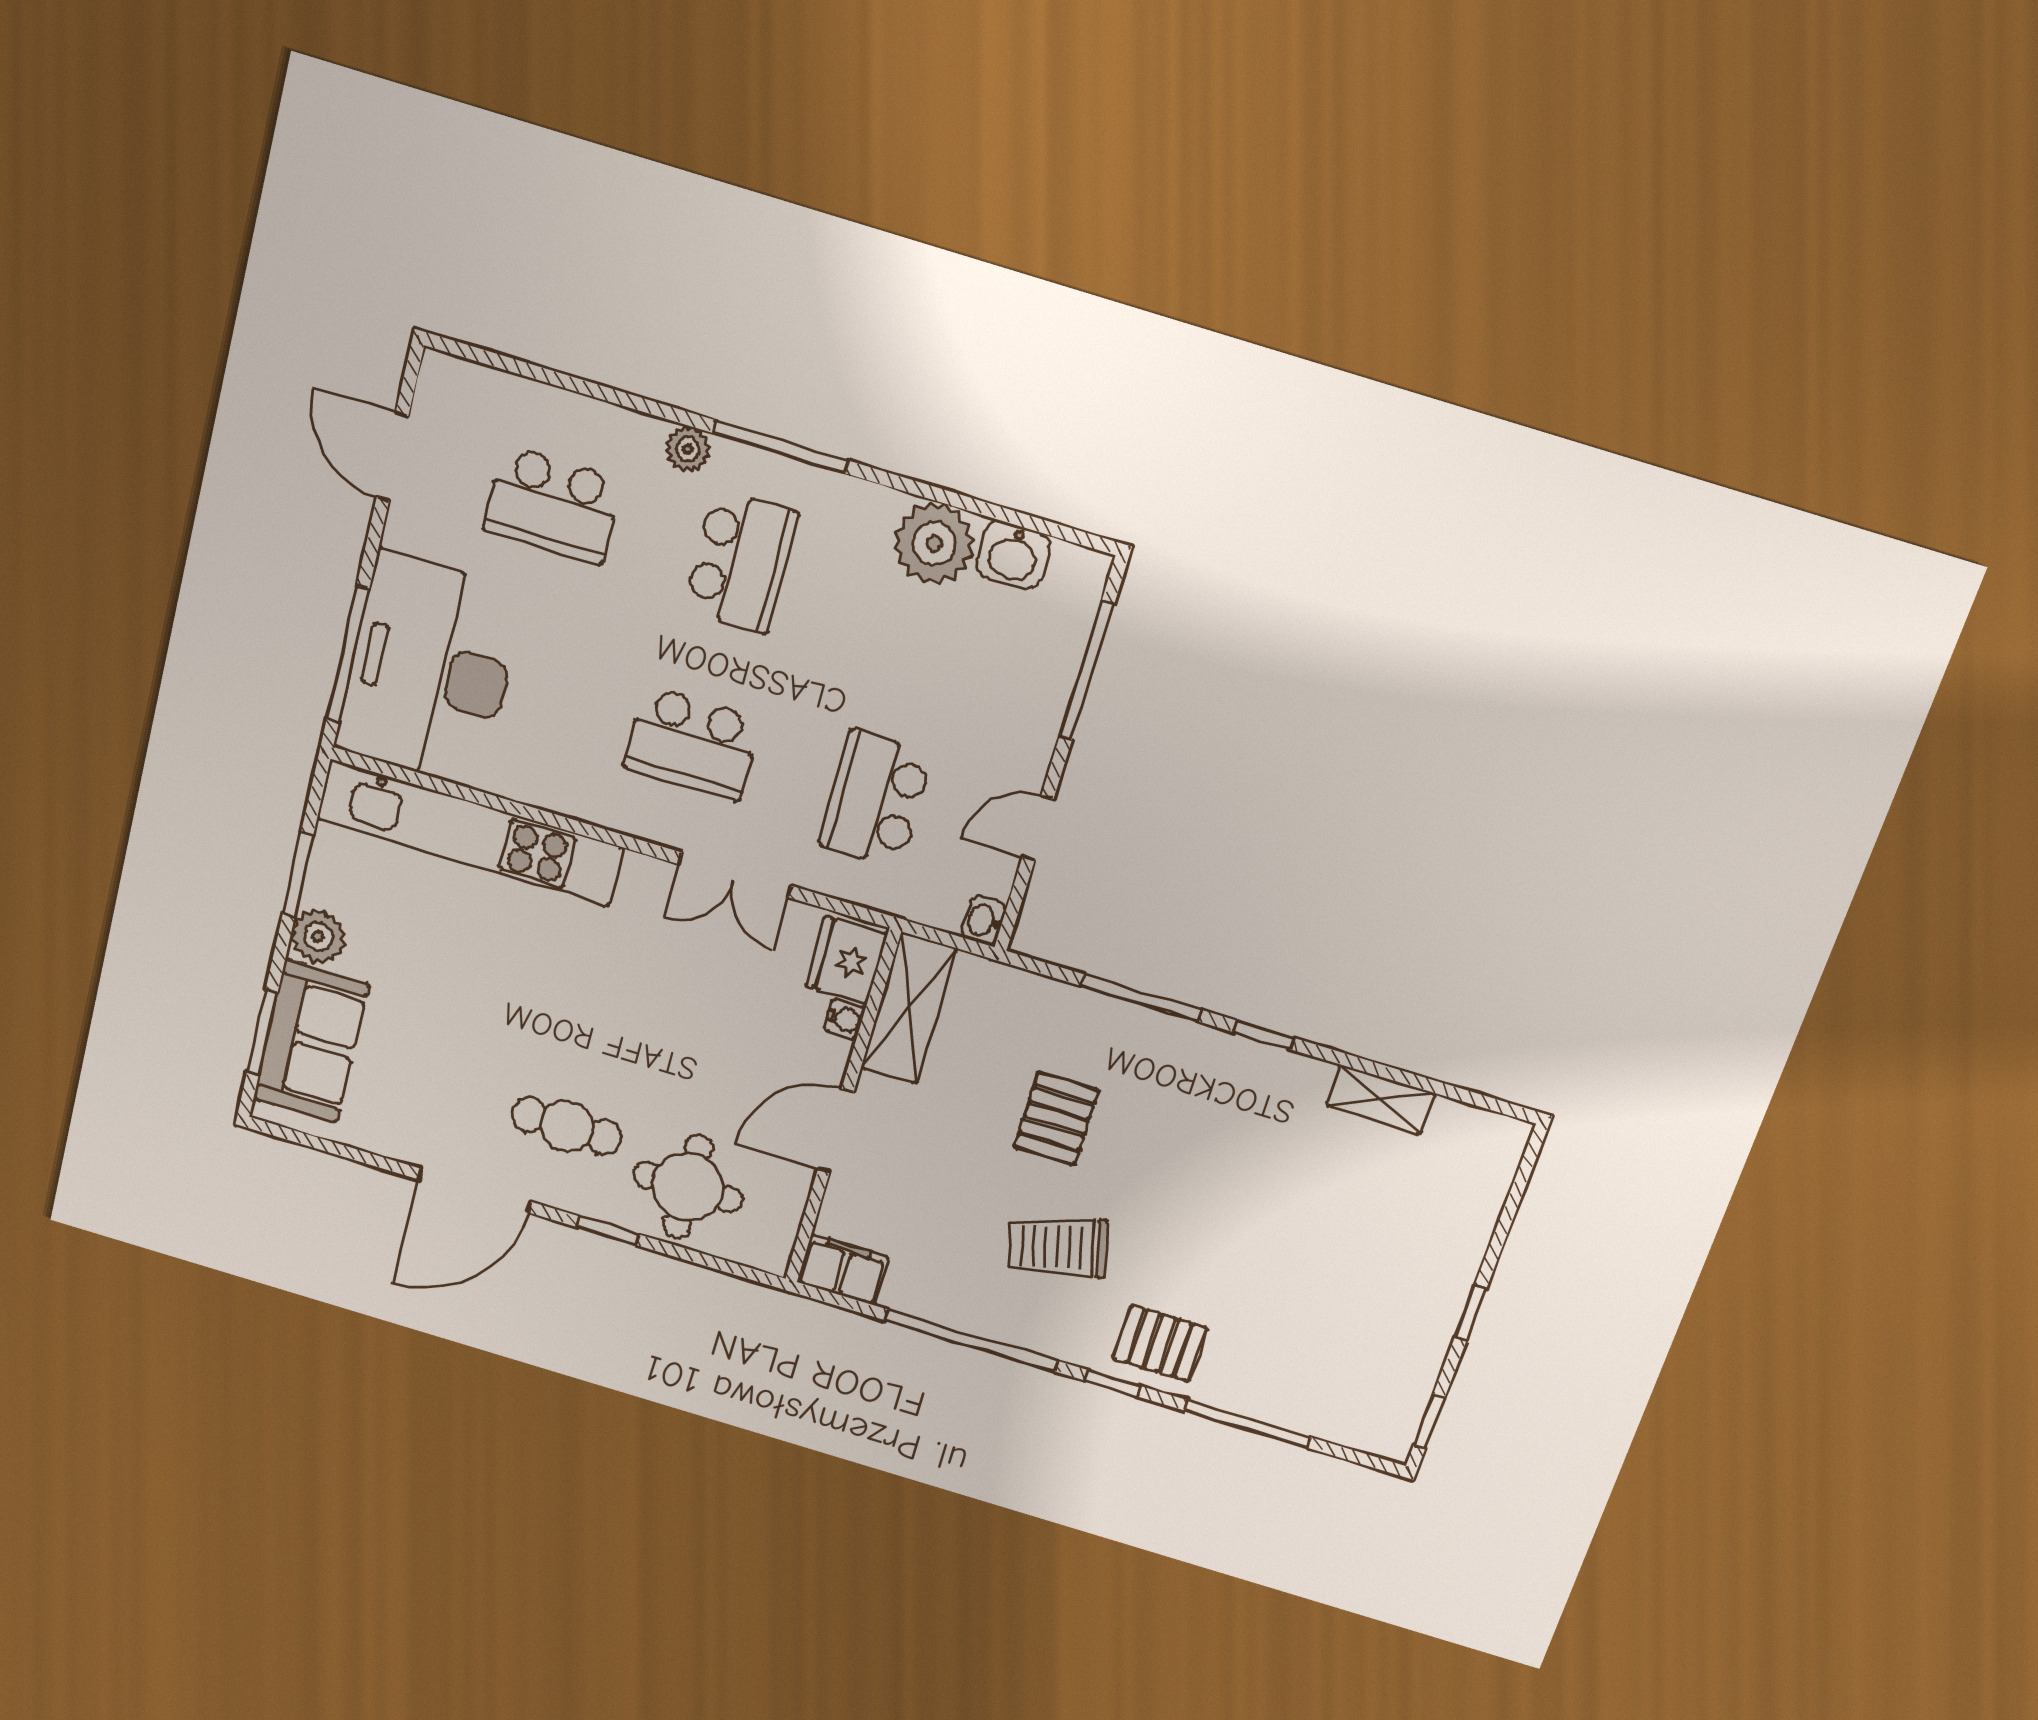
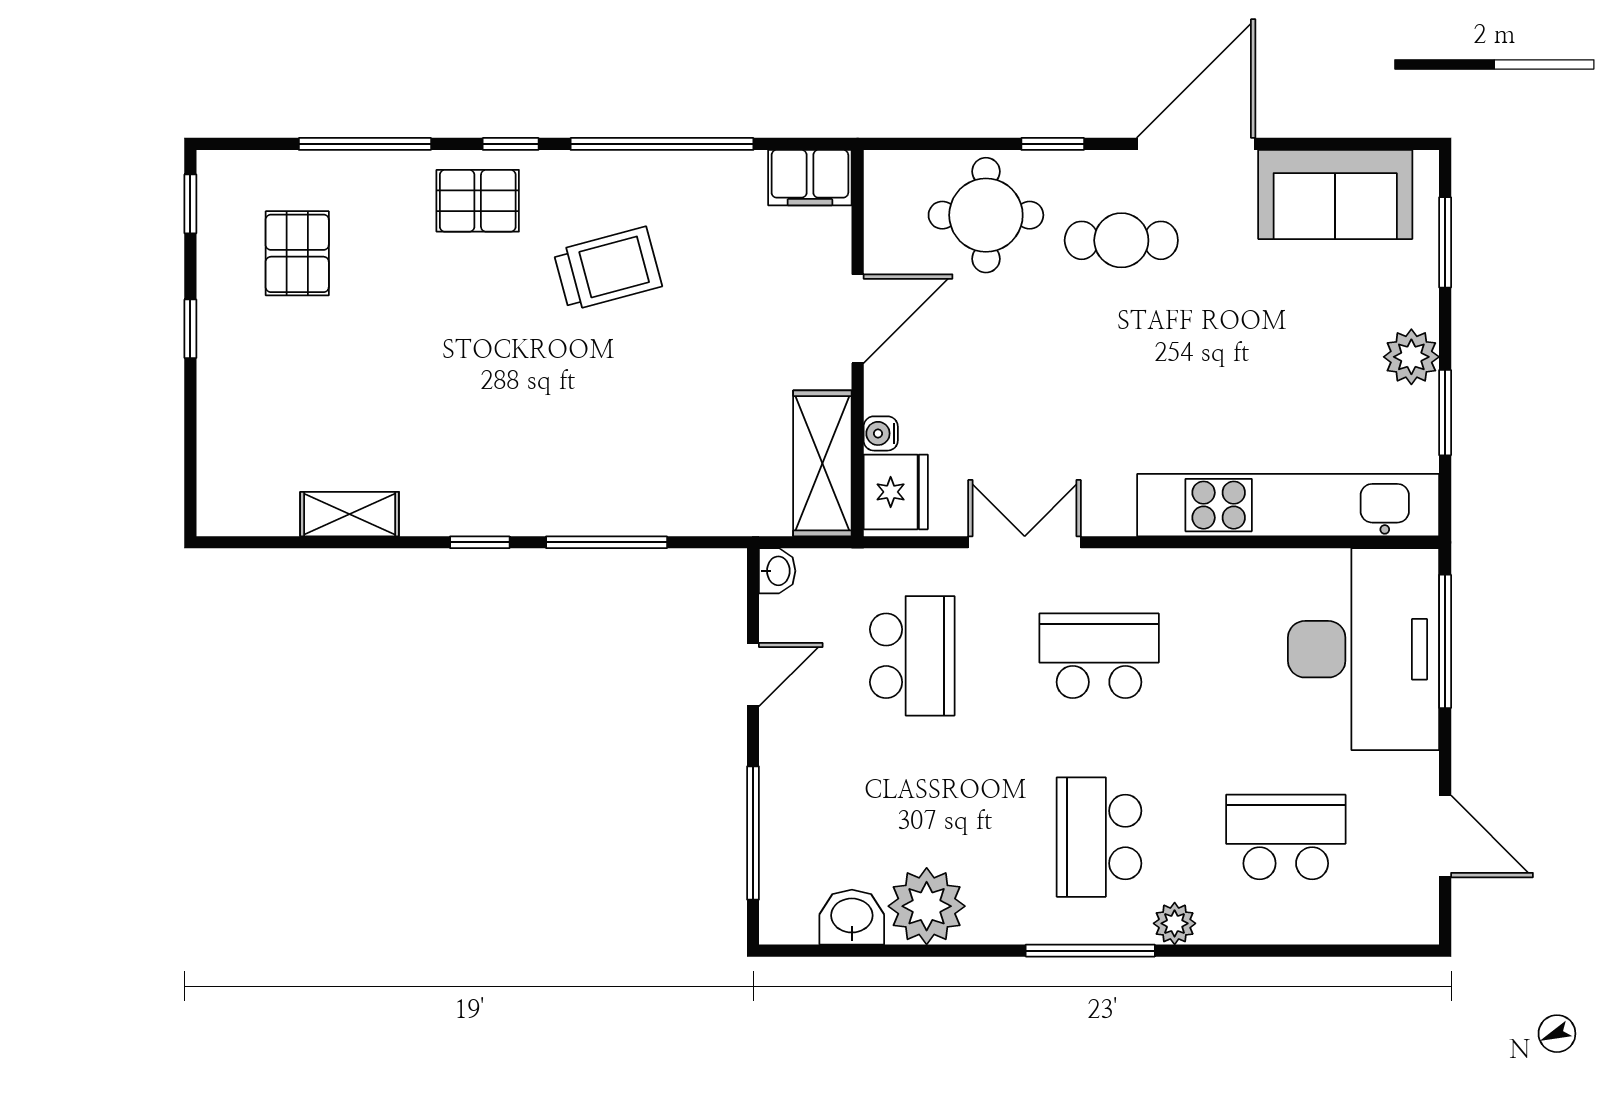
sofa: (311, 1041) -> (1335, 194), moved, turned -90
pallet: (1056, 1119) -> (297, 253), moved

